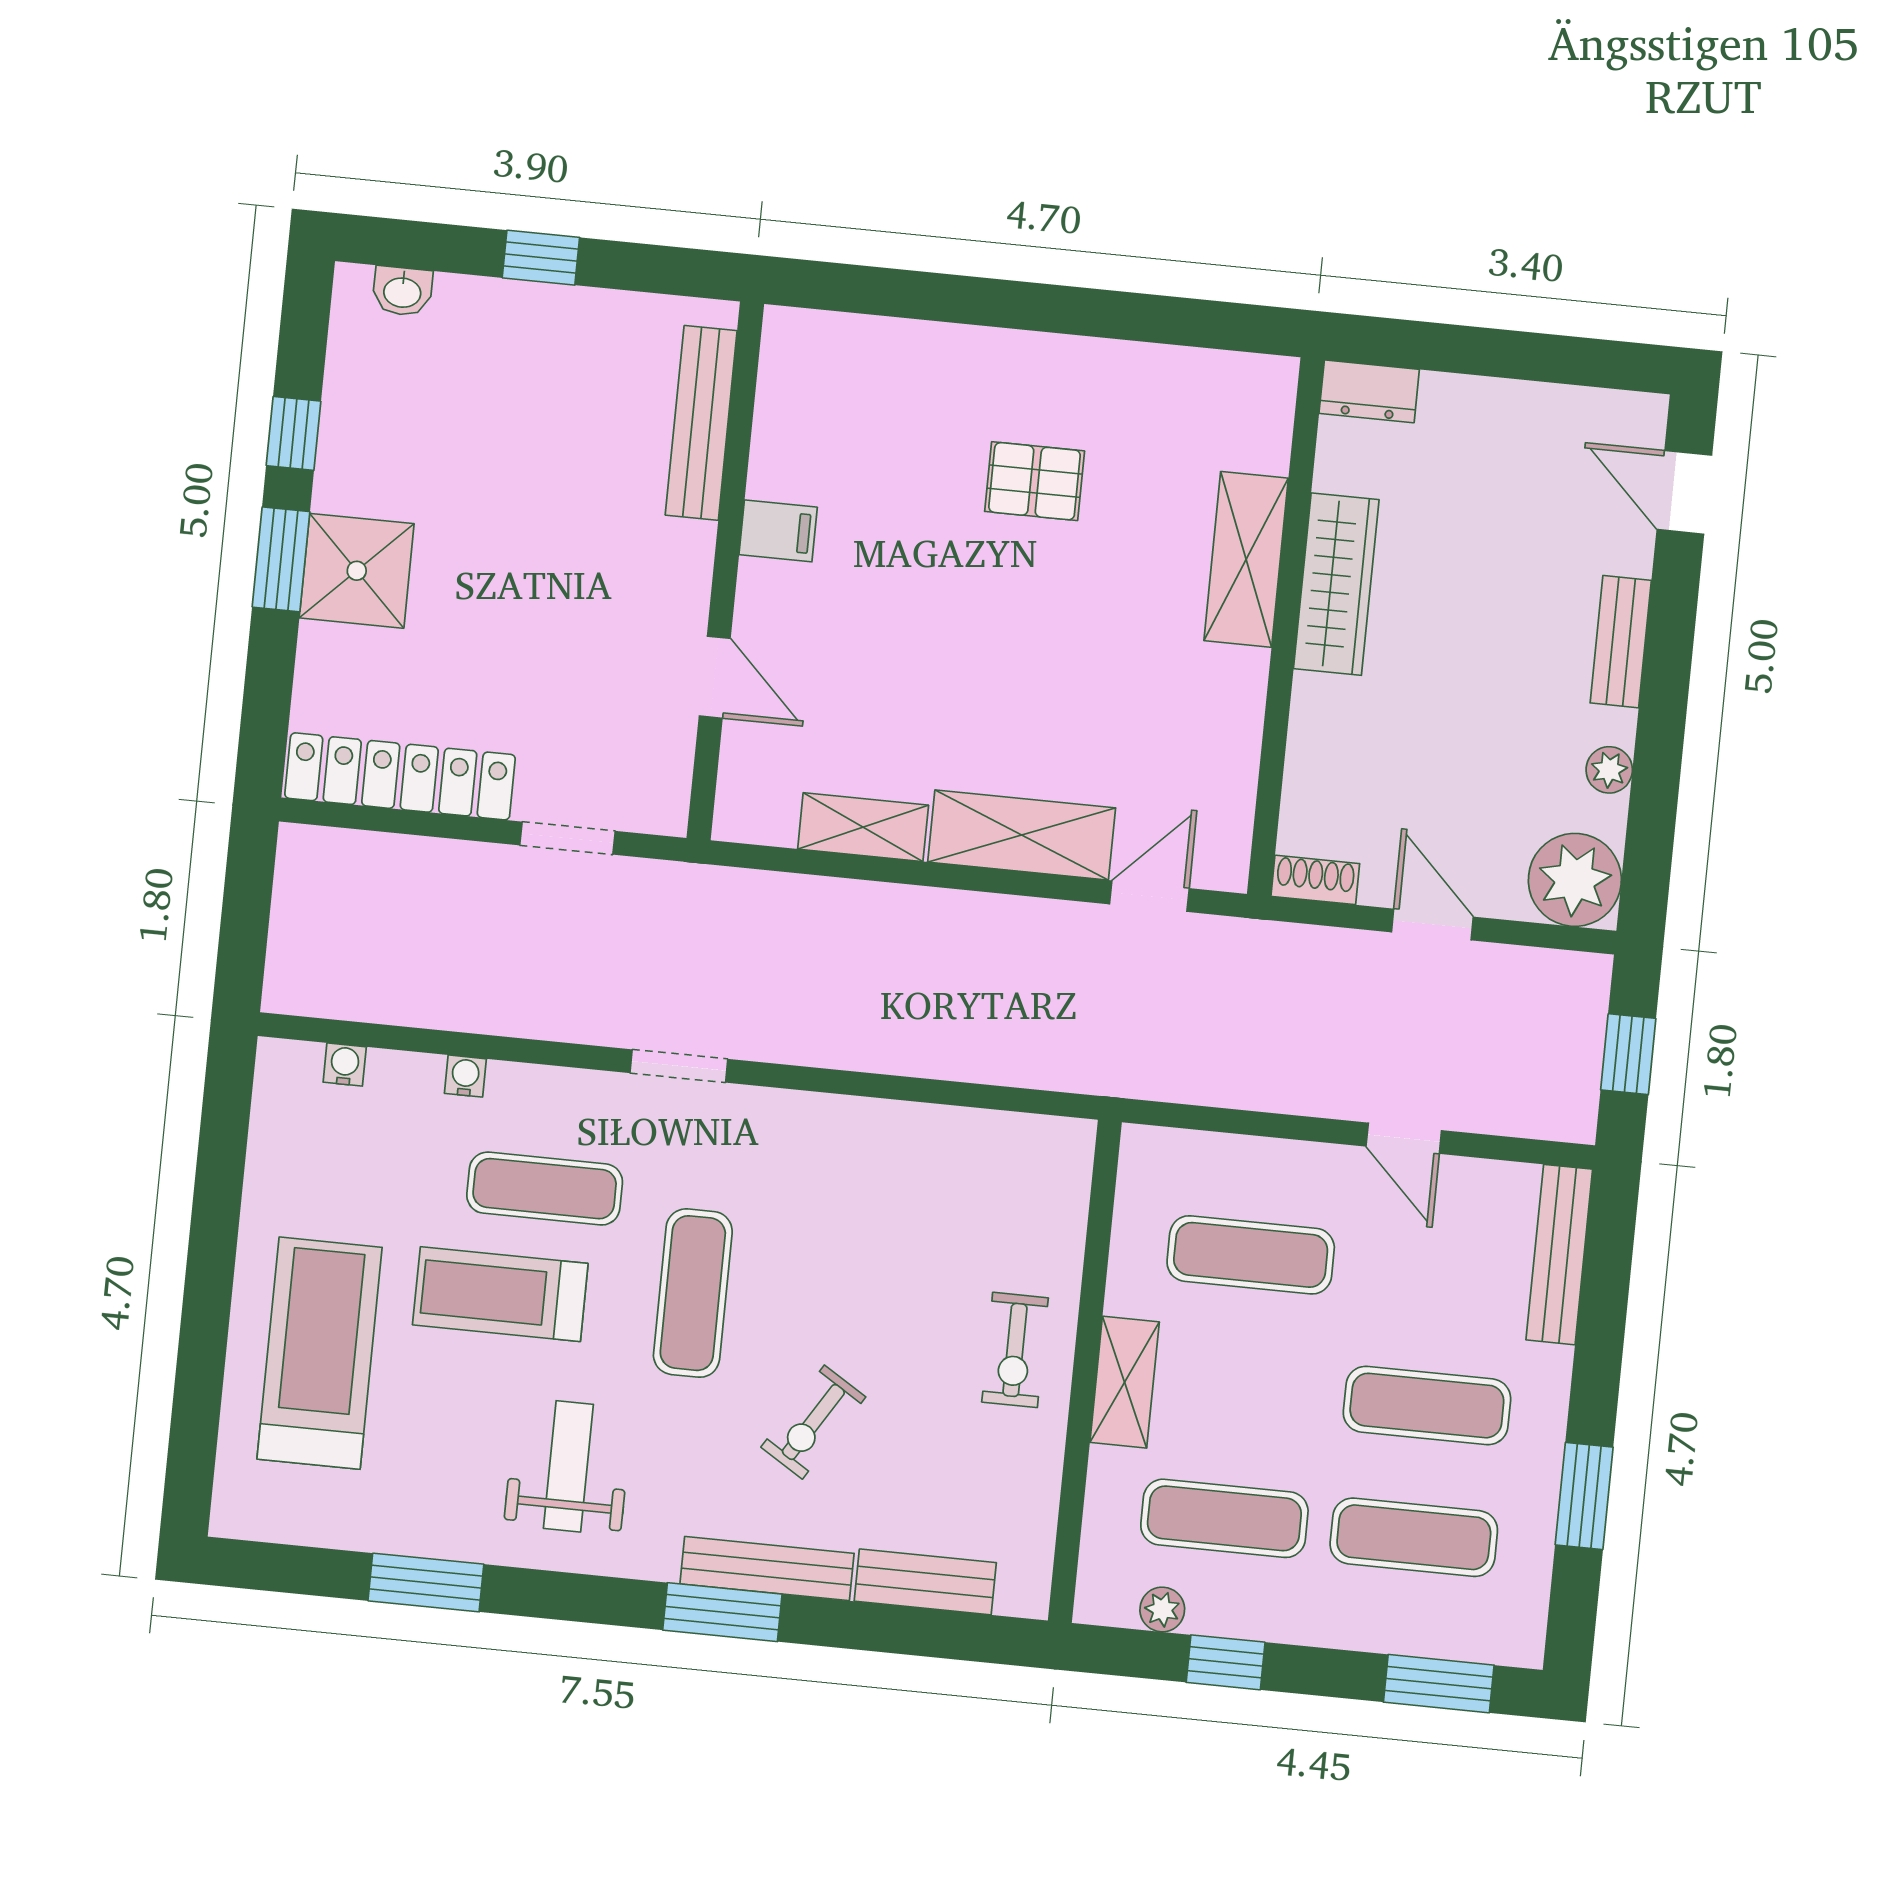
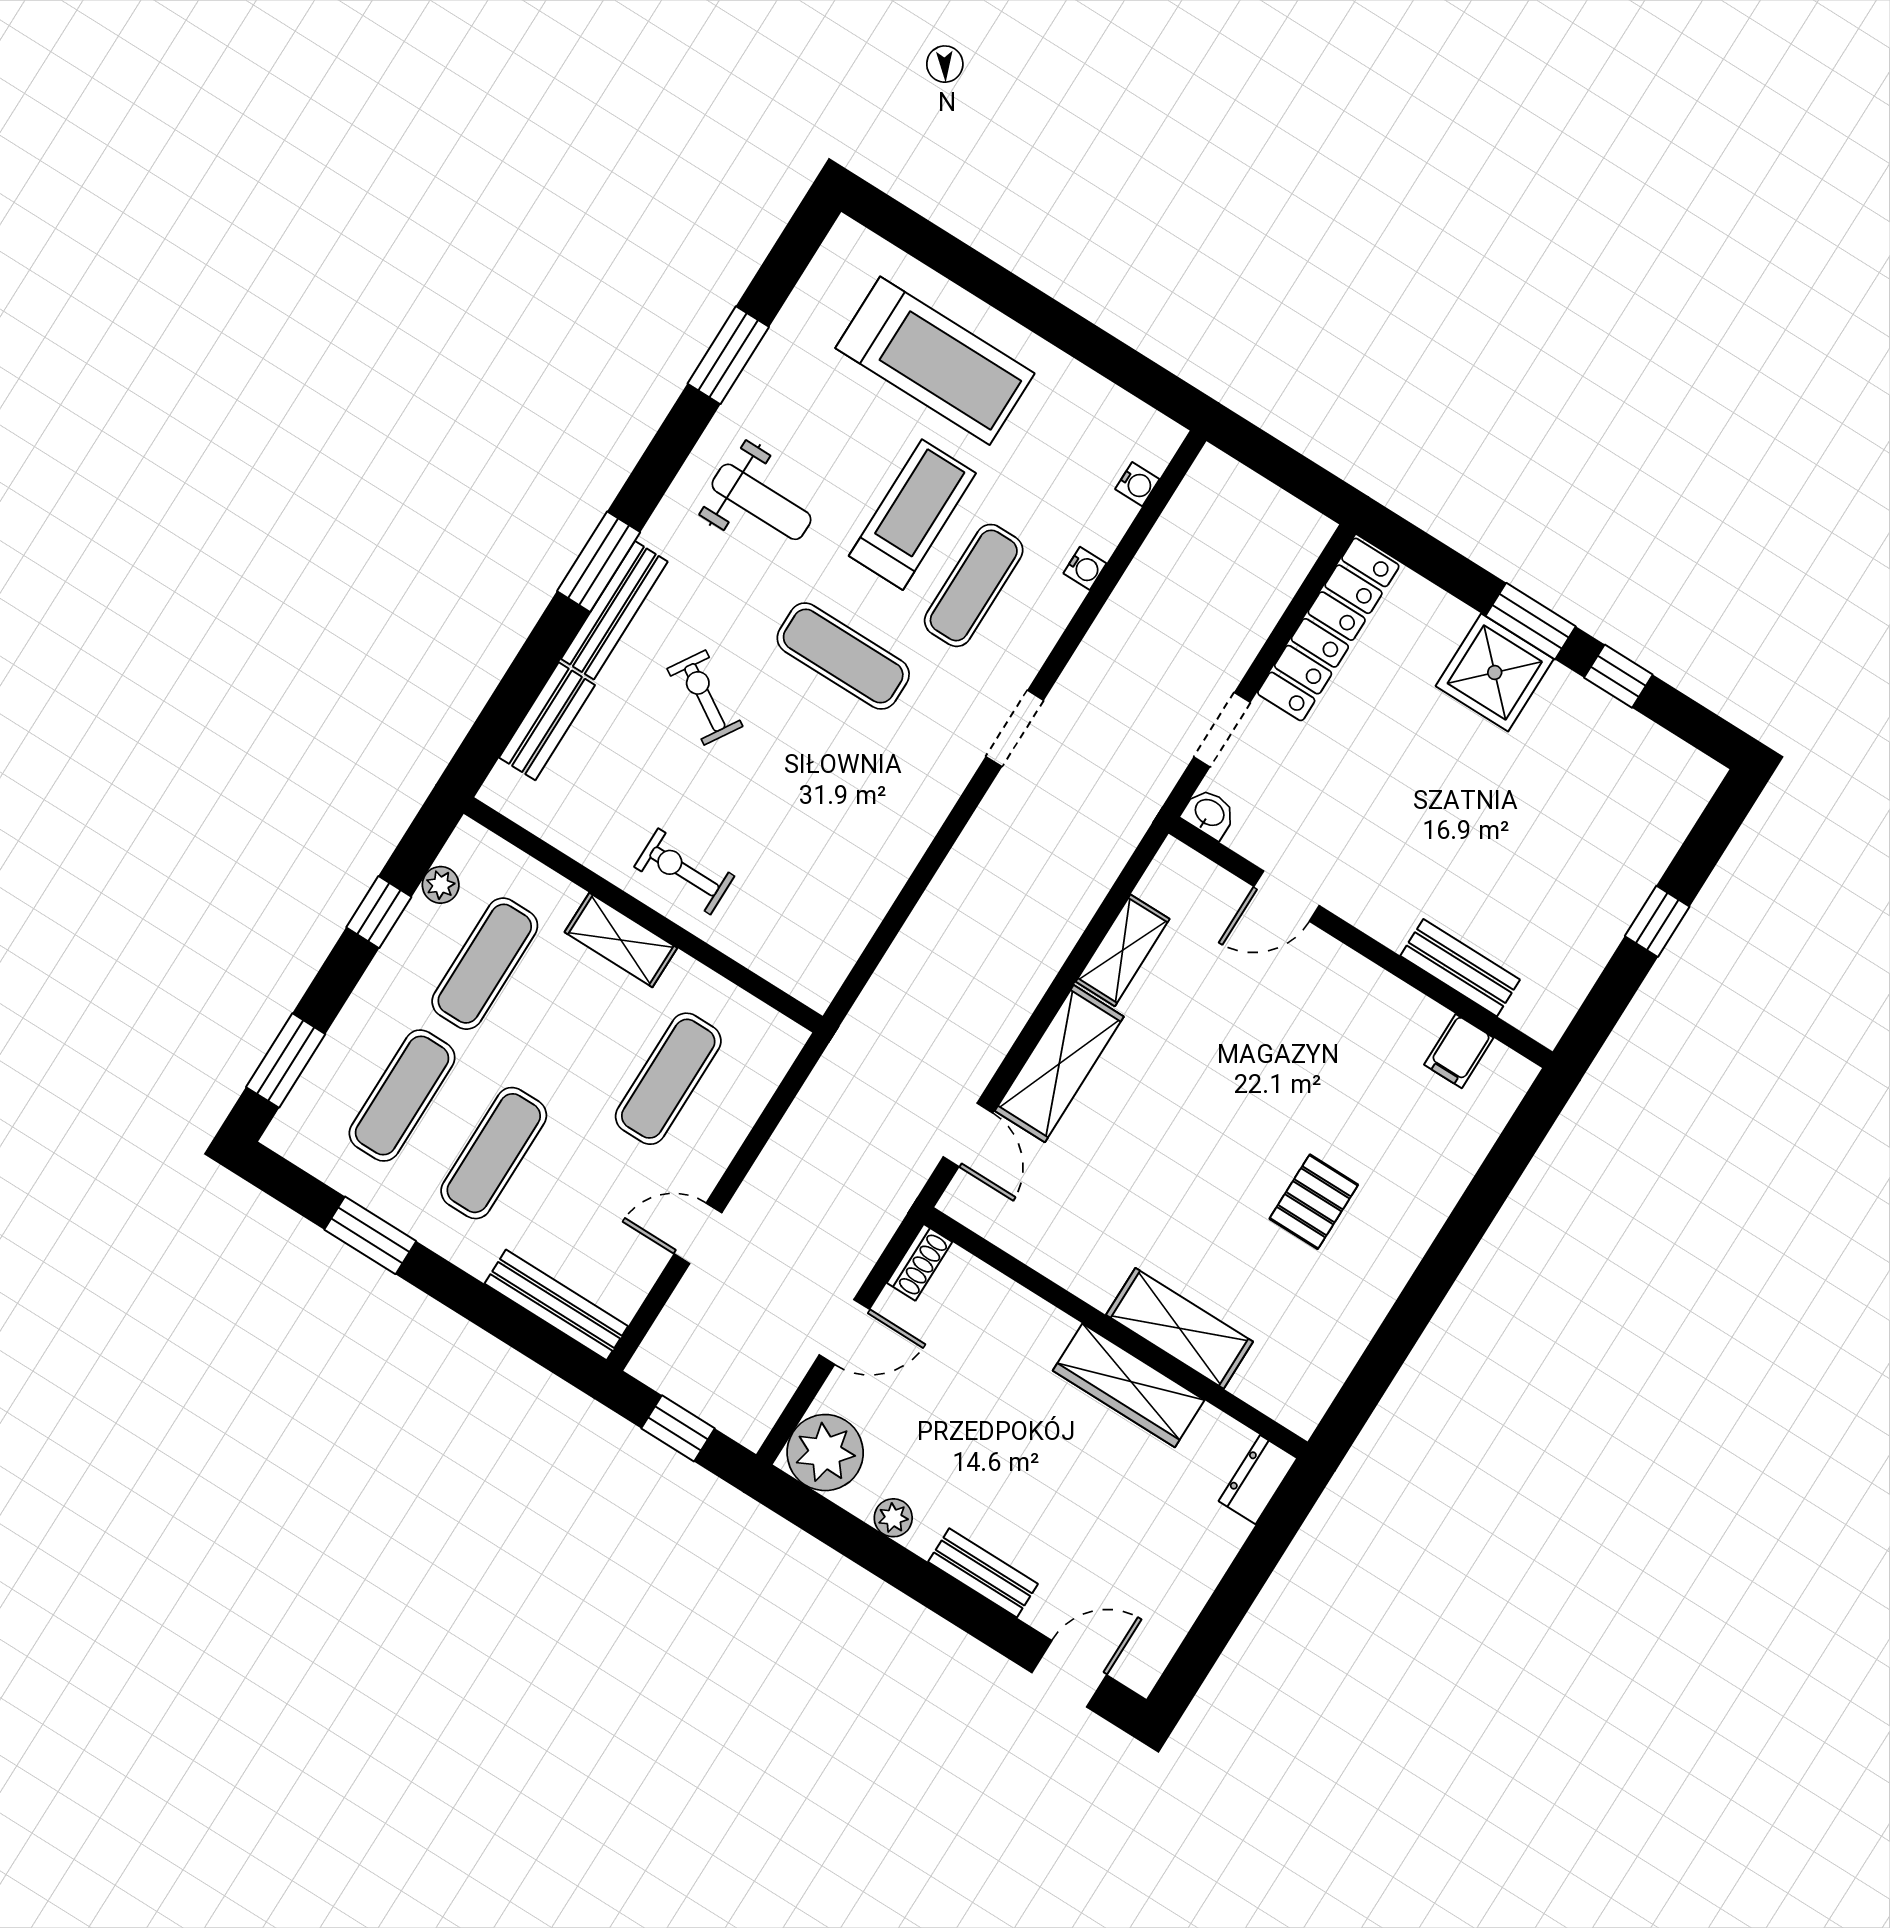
washbasin: (402, 291) -> (1209, 813), moved, turned 90
bench: (701, 423) -> (1460, 968), width x0.73
filing cabinet: (778, 531) -> (1459, 1051), moved

